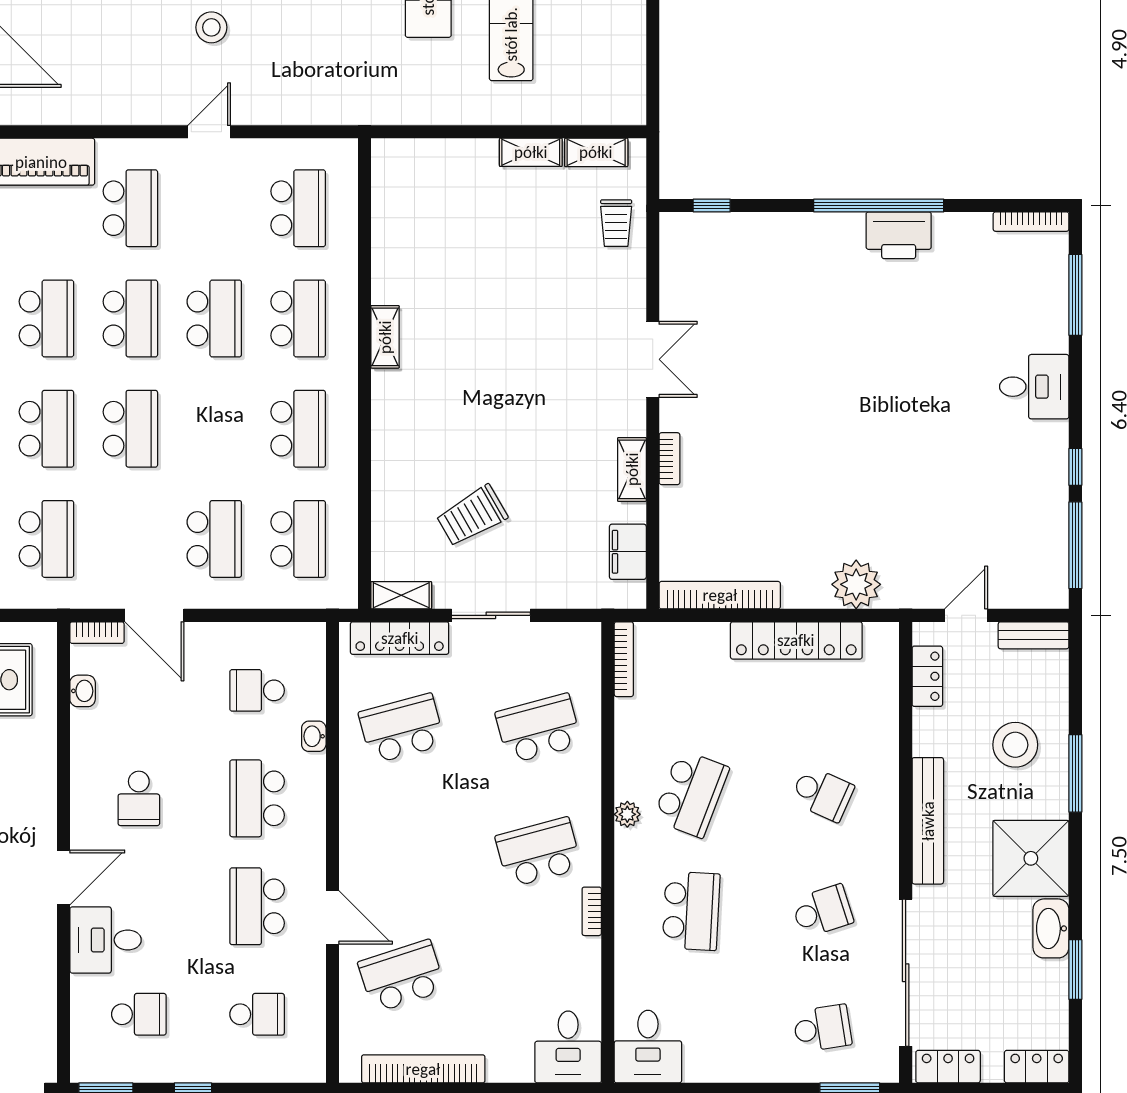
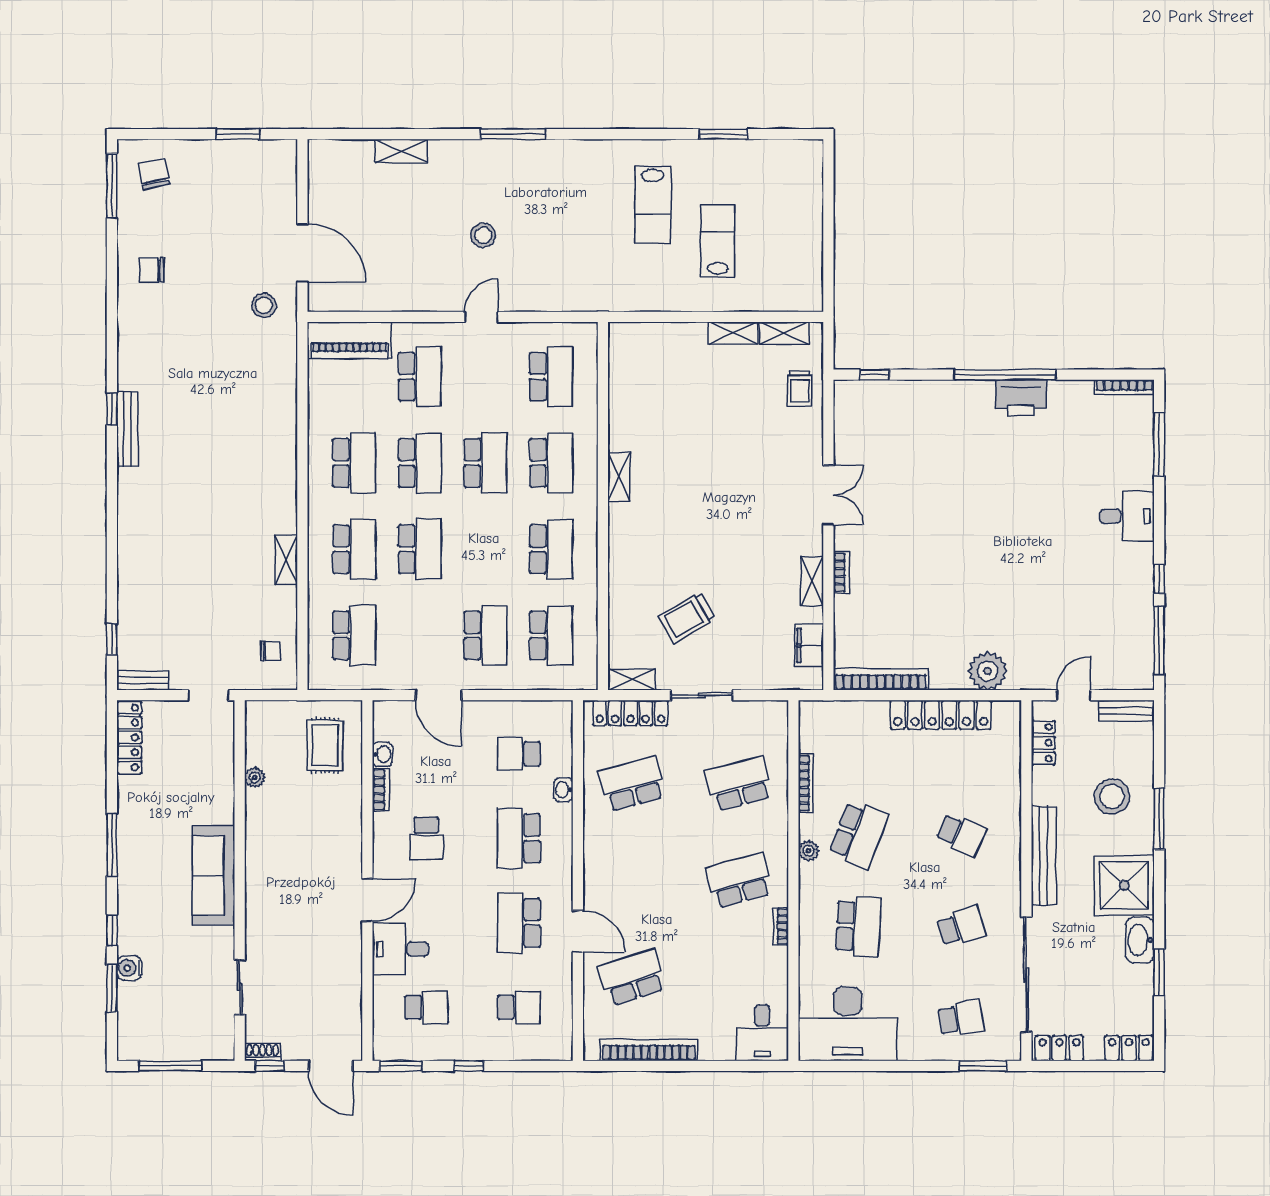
bookcase: (97, 633) -> (381, 790), moved, turned -90
bookcase: (624, 659) -> (806, 783), moved
desk: (648, 1047) -> (848, 1024), width x1.87, depth x1.30

